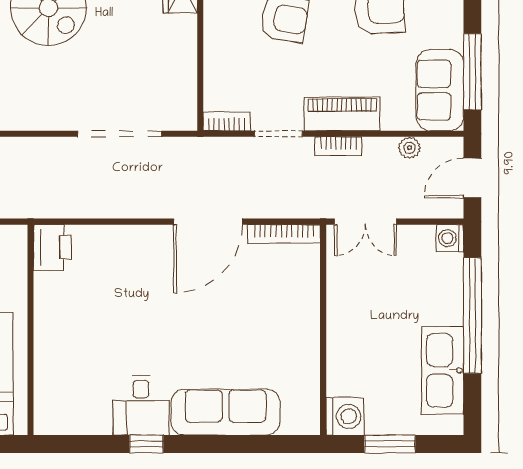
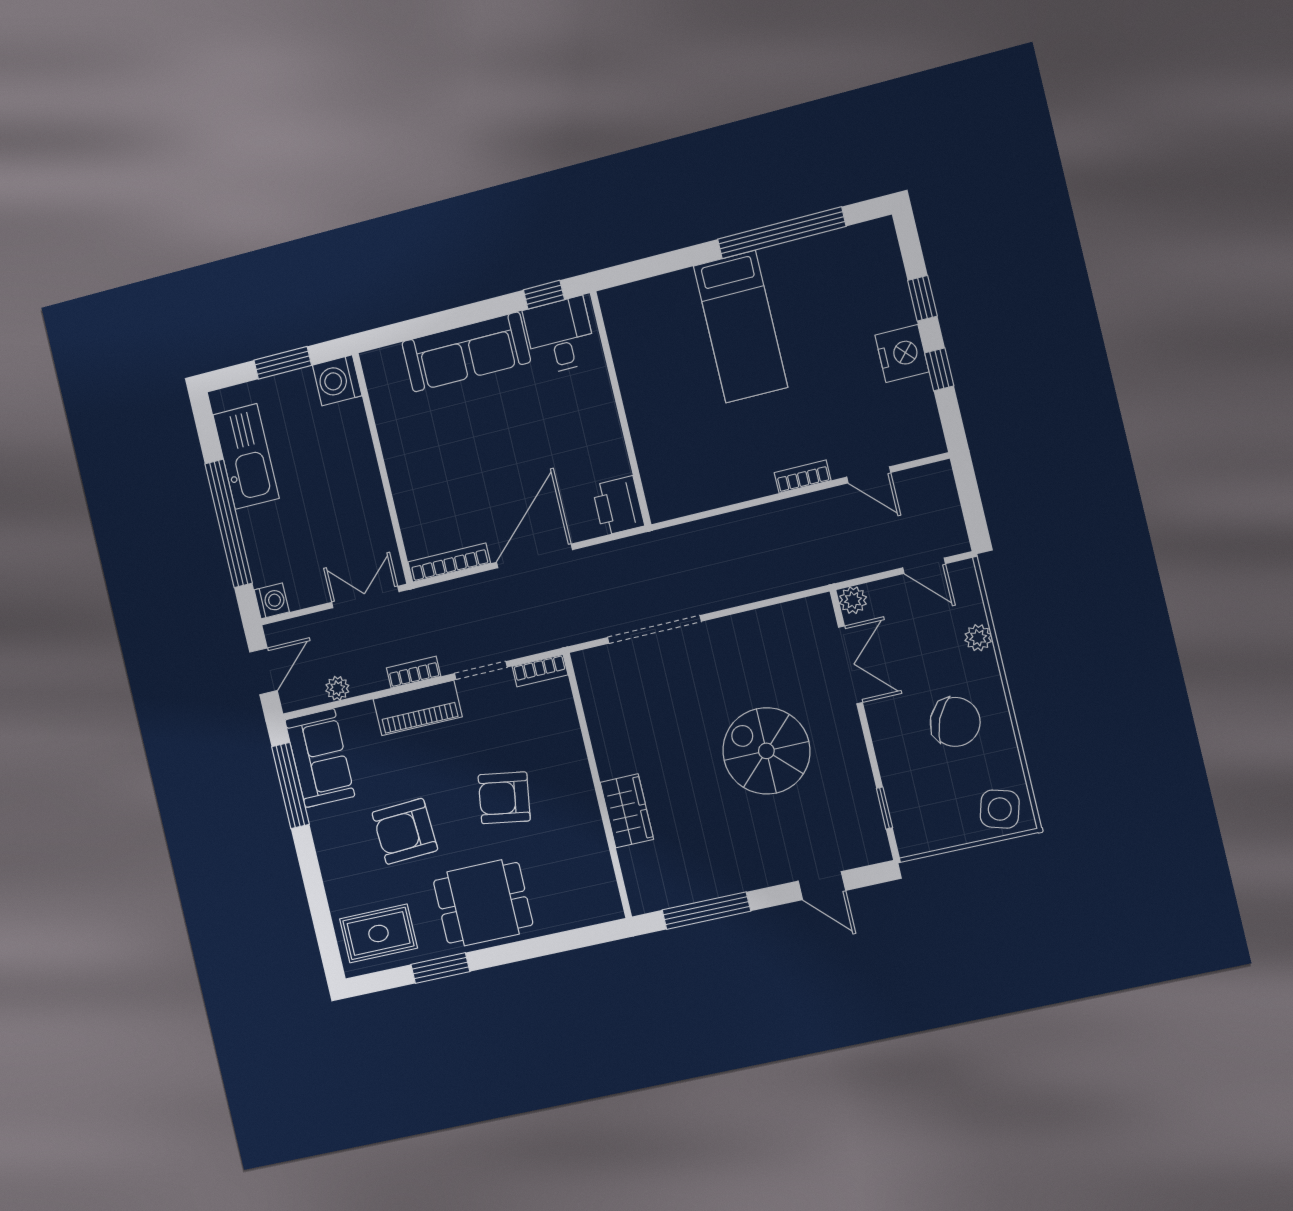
printer: (52, 247) -> (618, 506), moved
wall: (31, 330) -> (621, 409), moved

